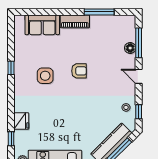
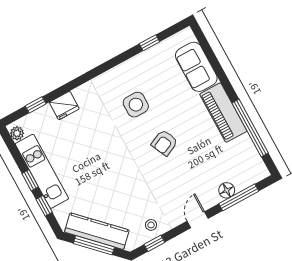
window: (99, 12) -> (250, 128), width x1.46
piano: (75, 21) -> (223, 113), width x1.37, depth x1.33
window: (11, 68) -> (149, 43), moved
armchair: (79, 71) -> (164, 143), turned 65

